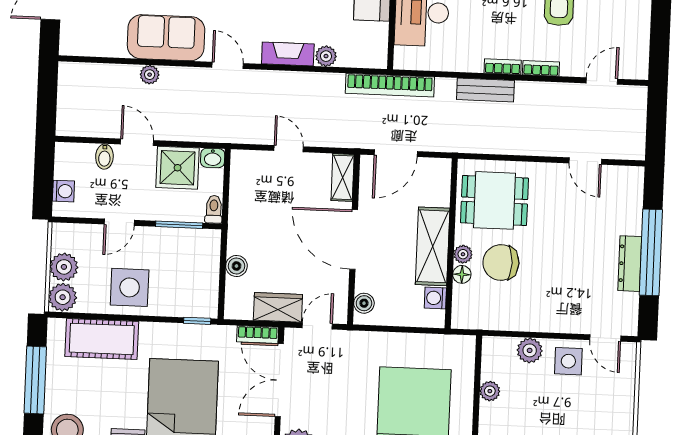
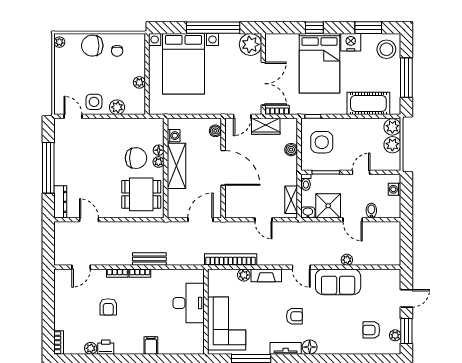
bookcase: (390, 85) -> (231, 259), moved
shelving: (343, 177) -> (291, 200), moved
dresser: (630, 264) -> (60, 202), moved
side table: (130, 287) -> (322, 142), moved

